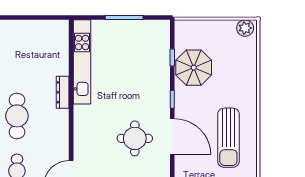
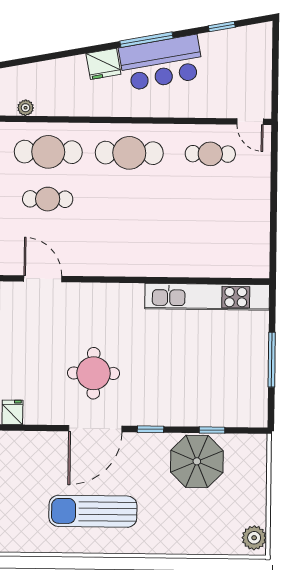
dresser: (63, 92) -> (163, 268), removed
cafe table: (17, 116) -> (129, 200), removed

